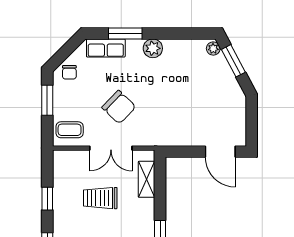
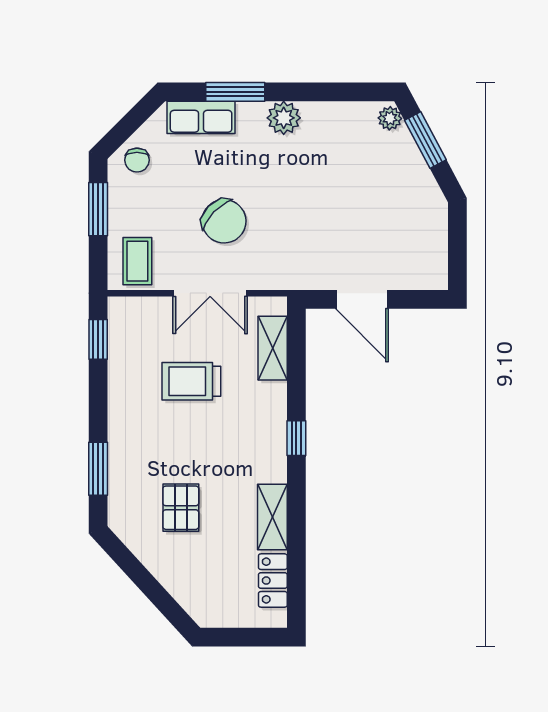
coffee table: (70, 130) -> (137, 261), turned 90
door: (220, 152) -> (362, 299), moved
window: (47, 199) -> (98, 339), moved

